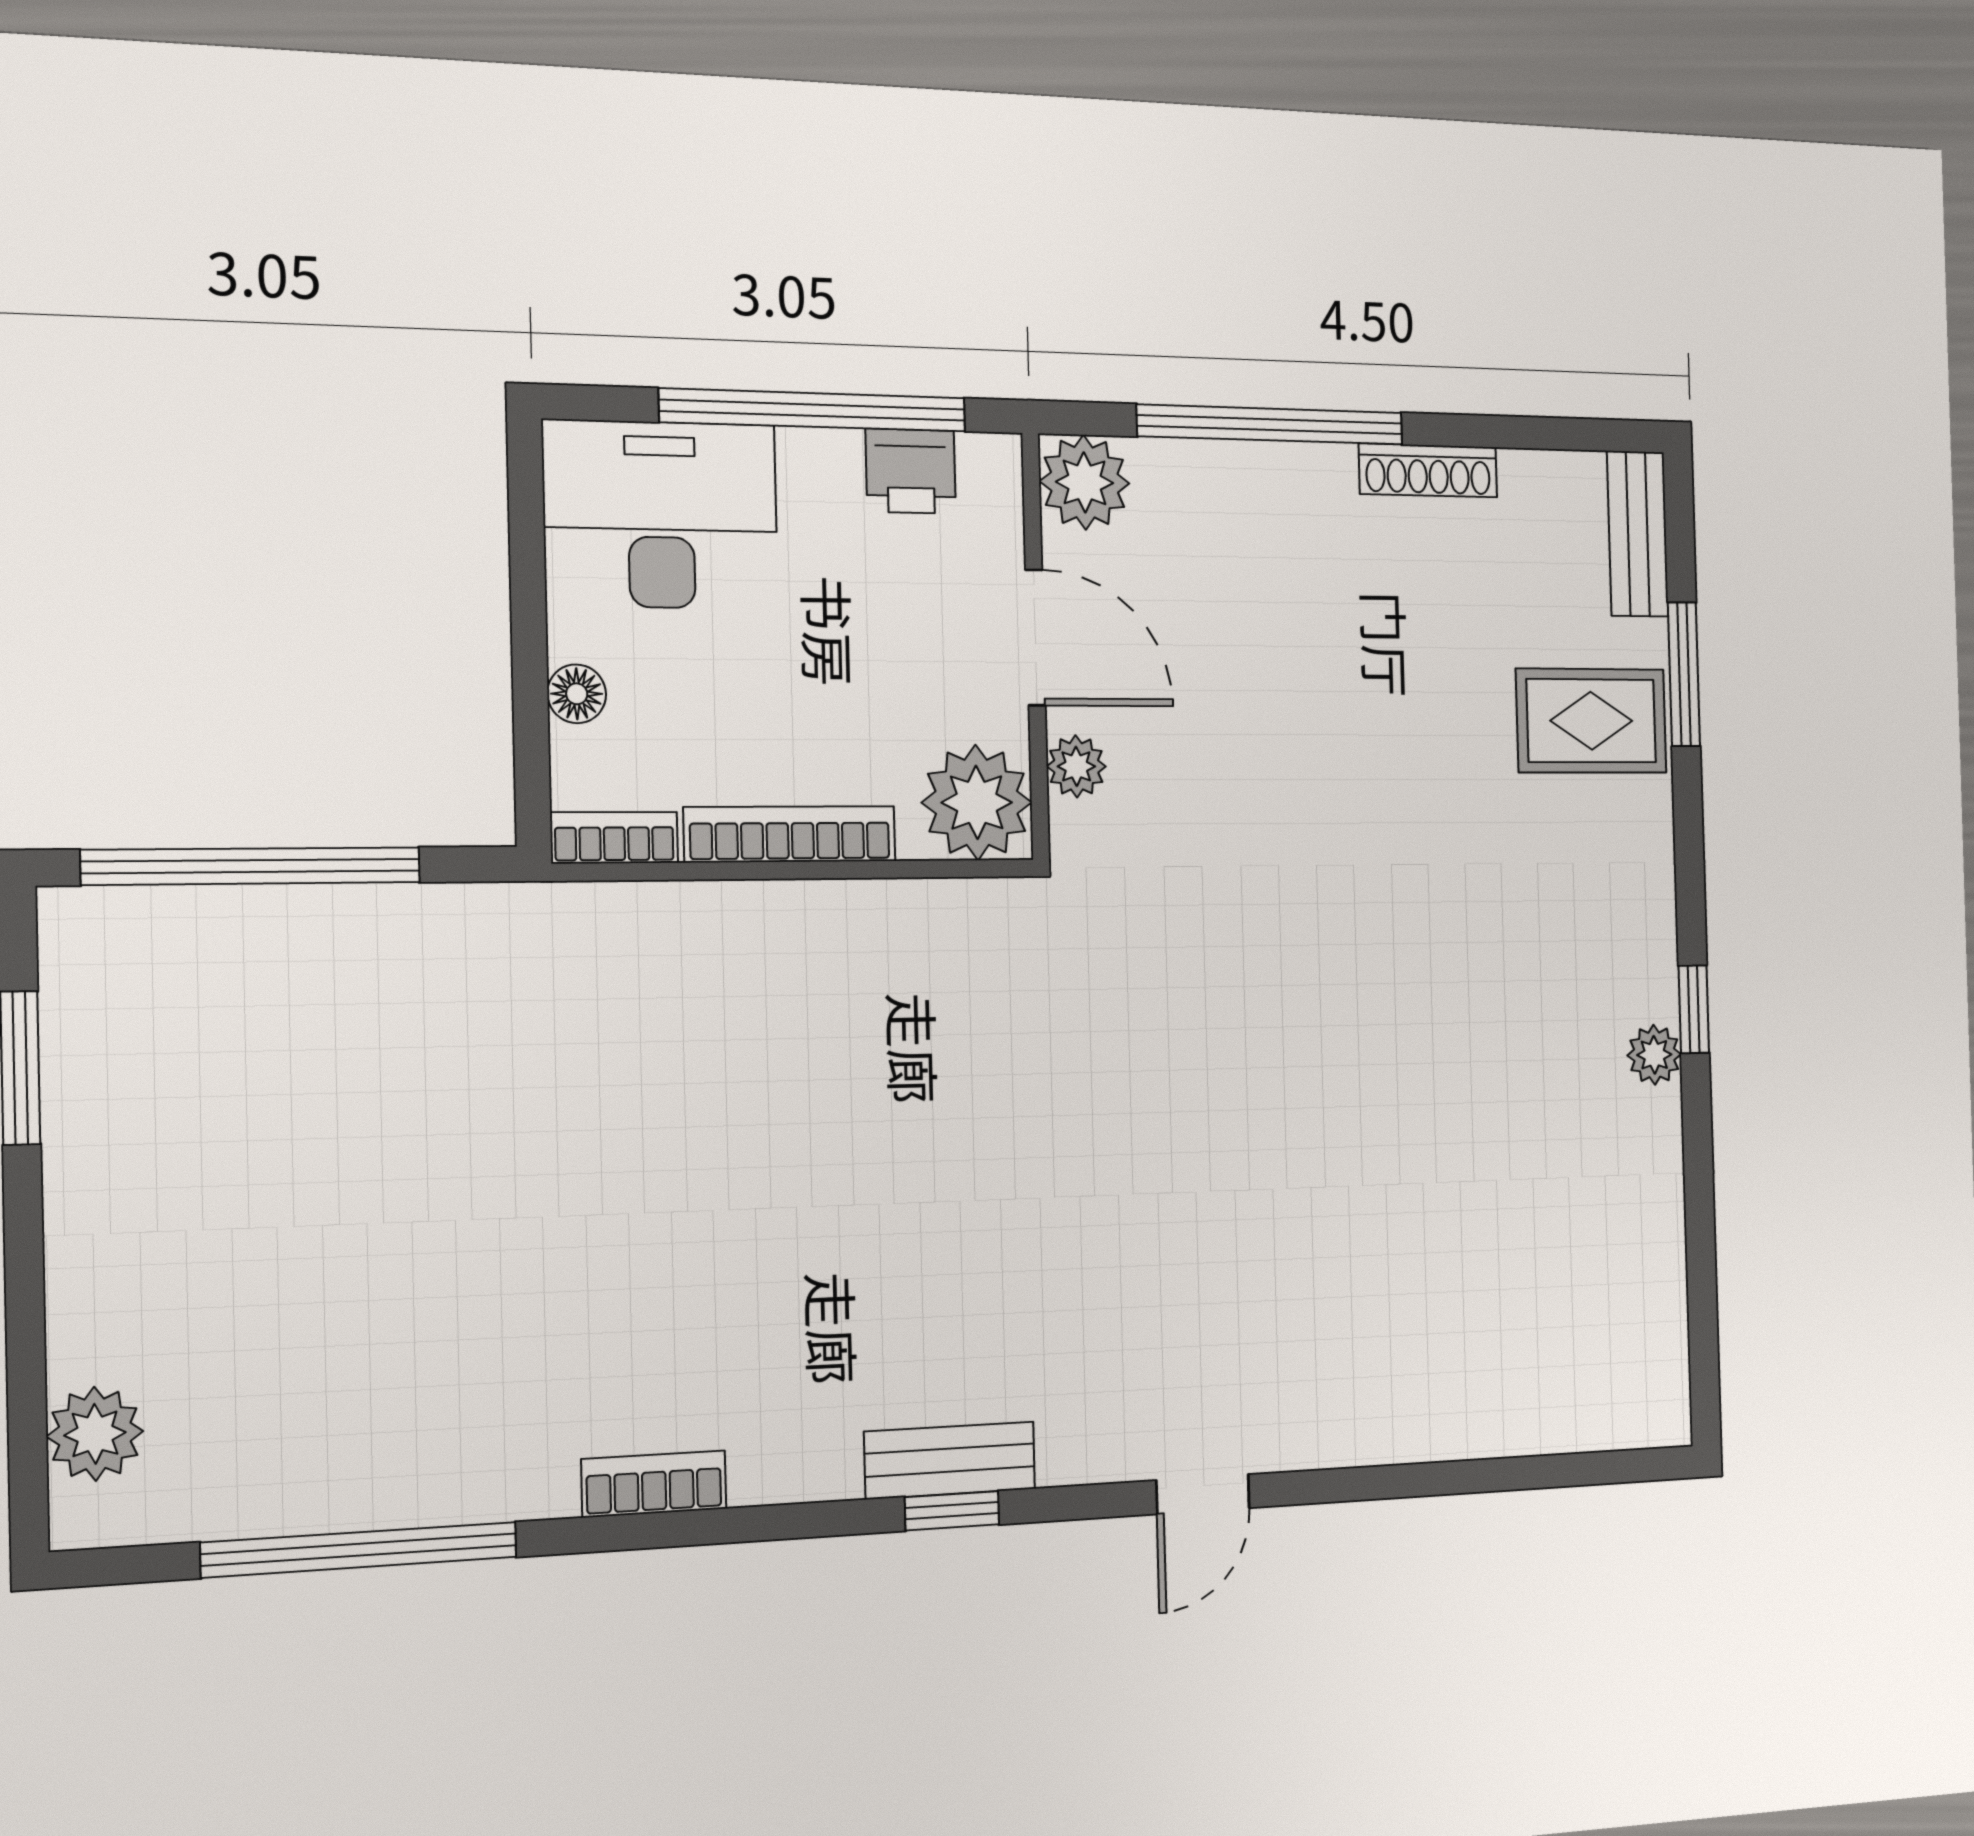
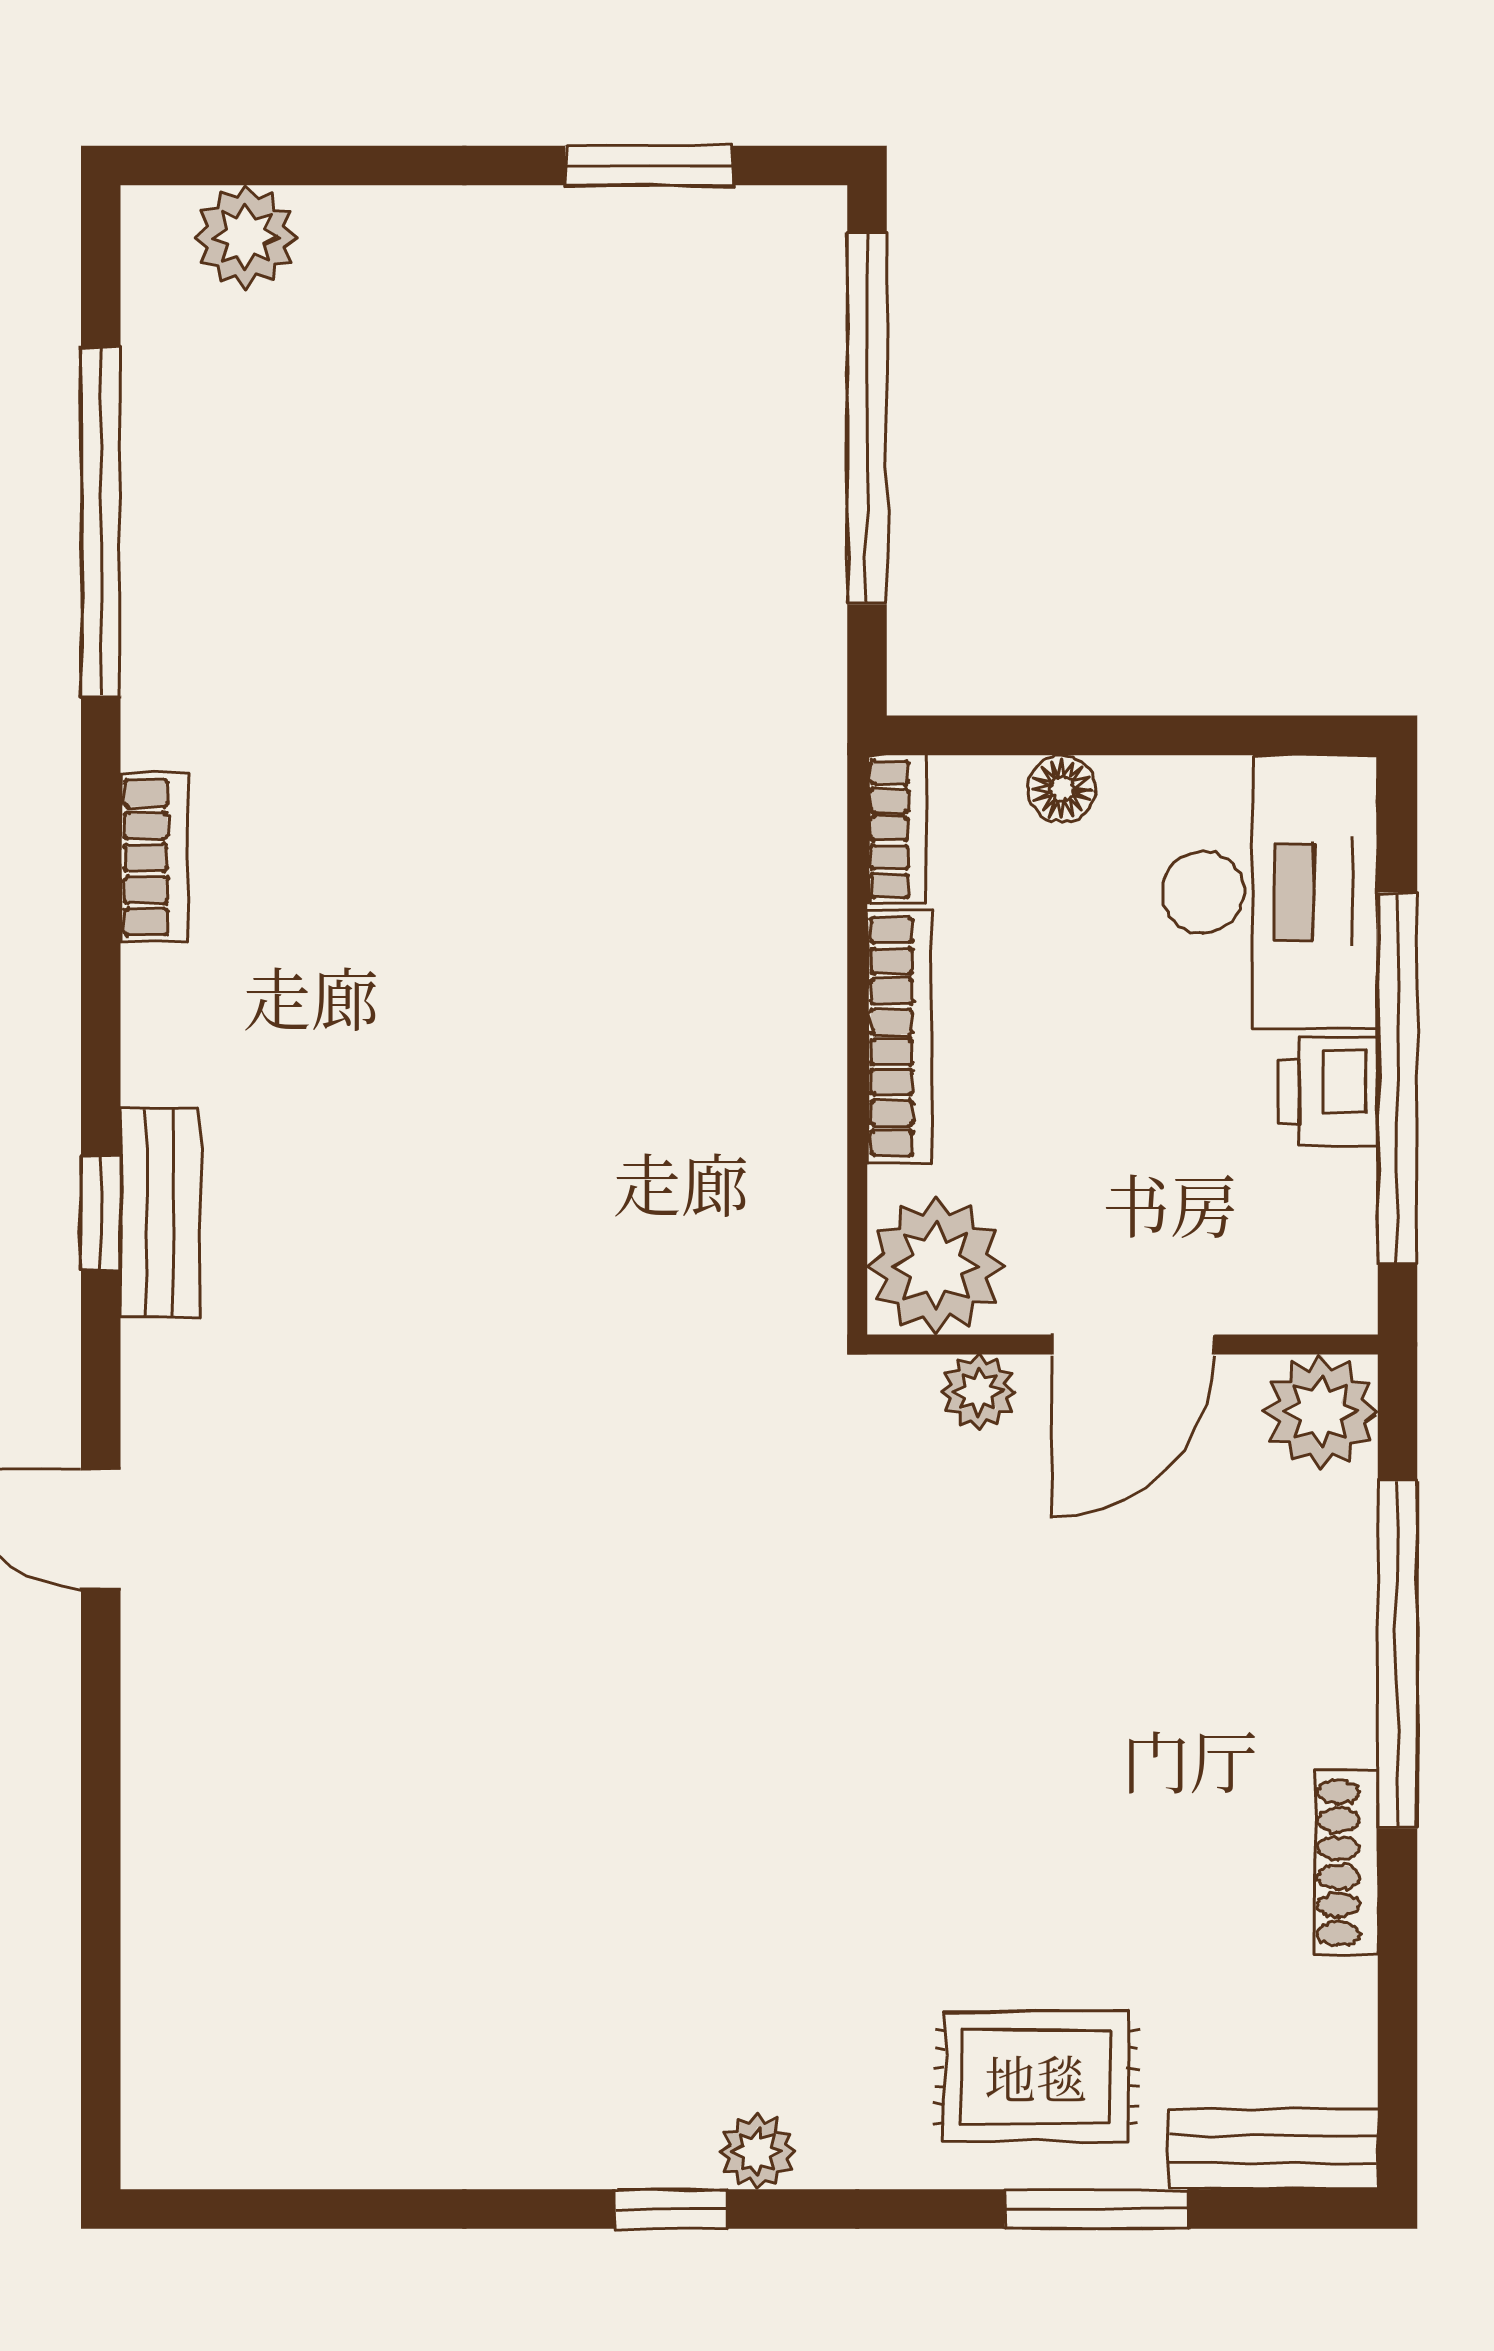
printer: (911, 471) -> (1328, 1092), moved
rug: (1591, 721) -> (1036, 2077), turned 90
plant: (1654, 1055) -> (757, 2151), moved

